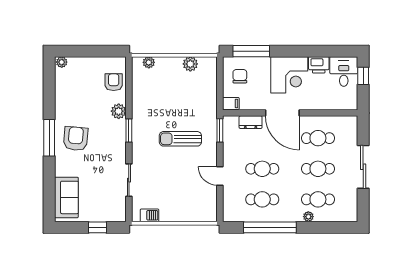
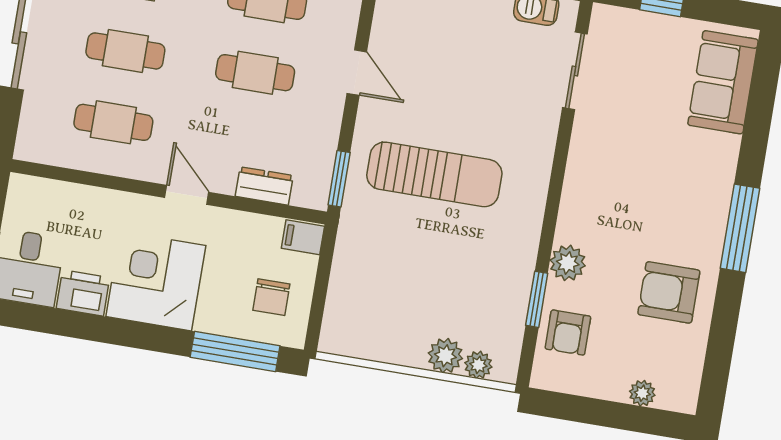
plant: (62, 62) -> (642, 393), moved
plant: (190, 64) -> (445, 356), moved
door: (282, 113) -> (187, 195), width x0.53
window: (129, 131) -> (537, 299), moved
armchair: (76, 139) -> (669, 292), moved, turned 85
sun lounger: (180, 139) -> (434, 174), width x1.36, depth x1.34
sliding door: (129, 180) -> (575, 71), moved

